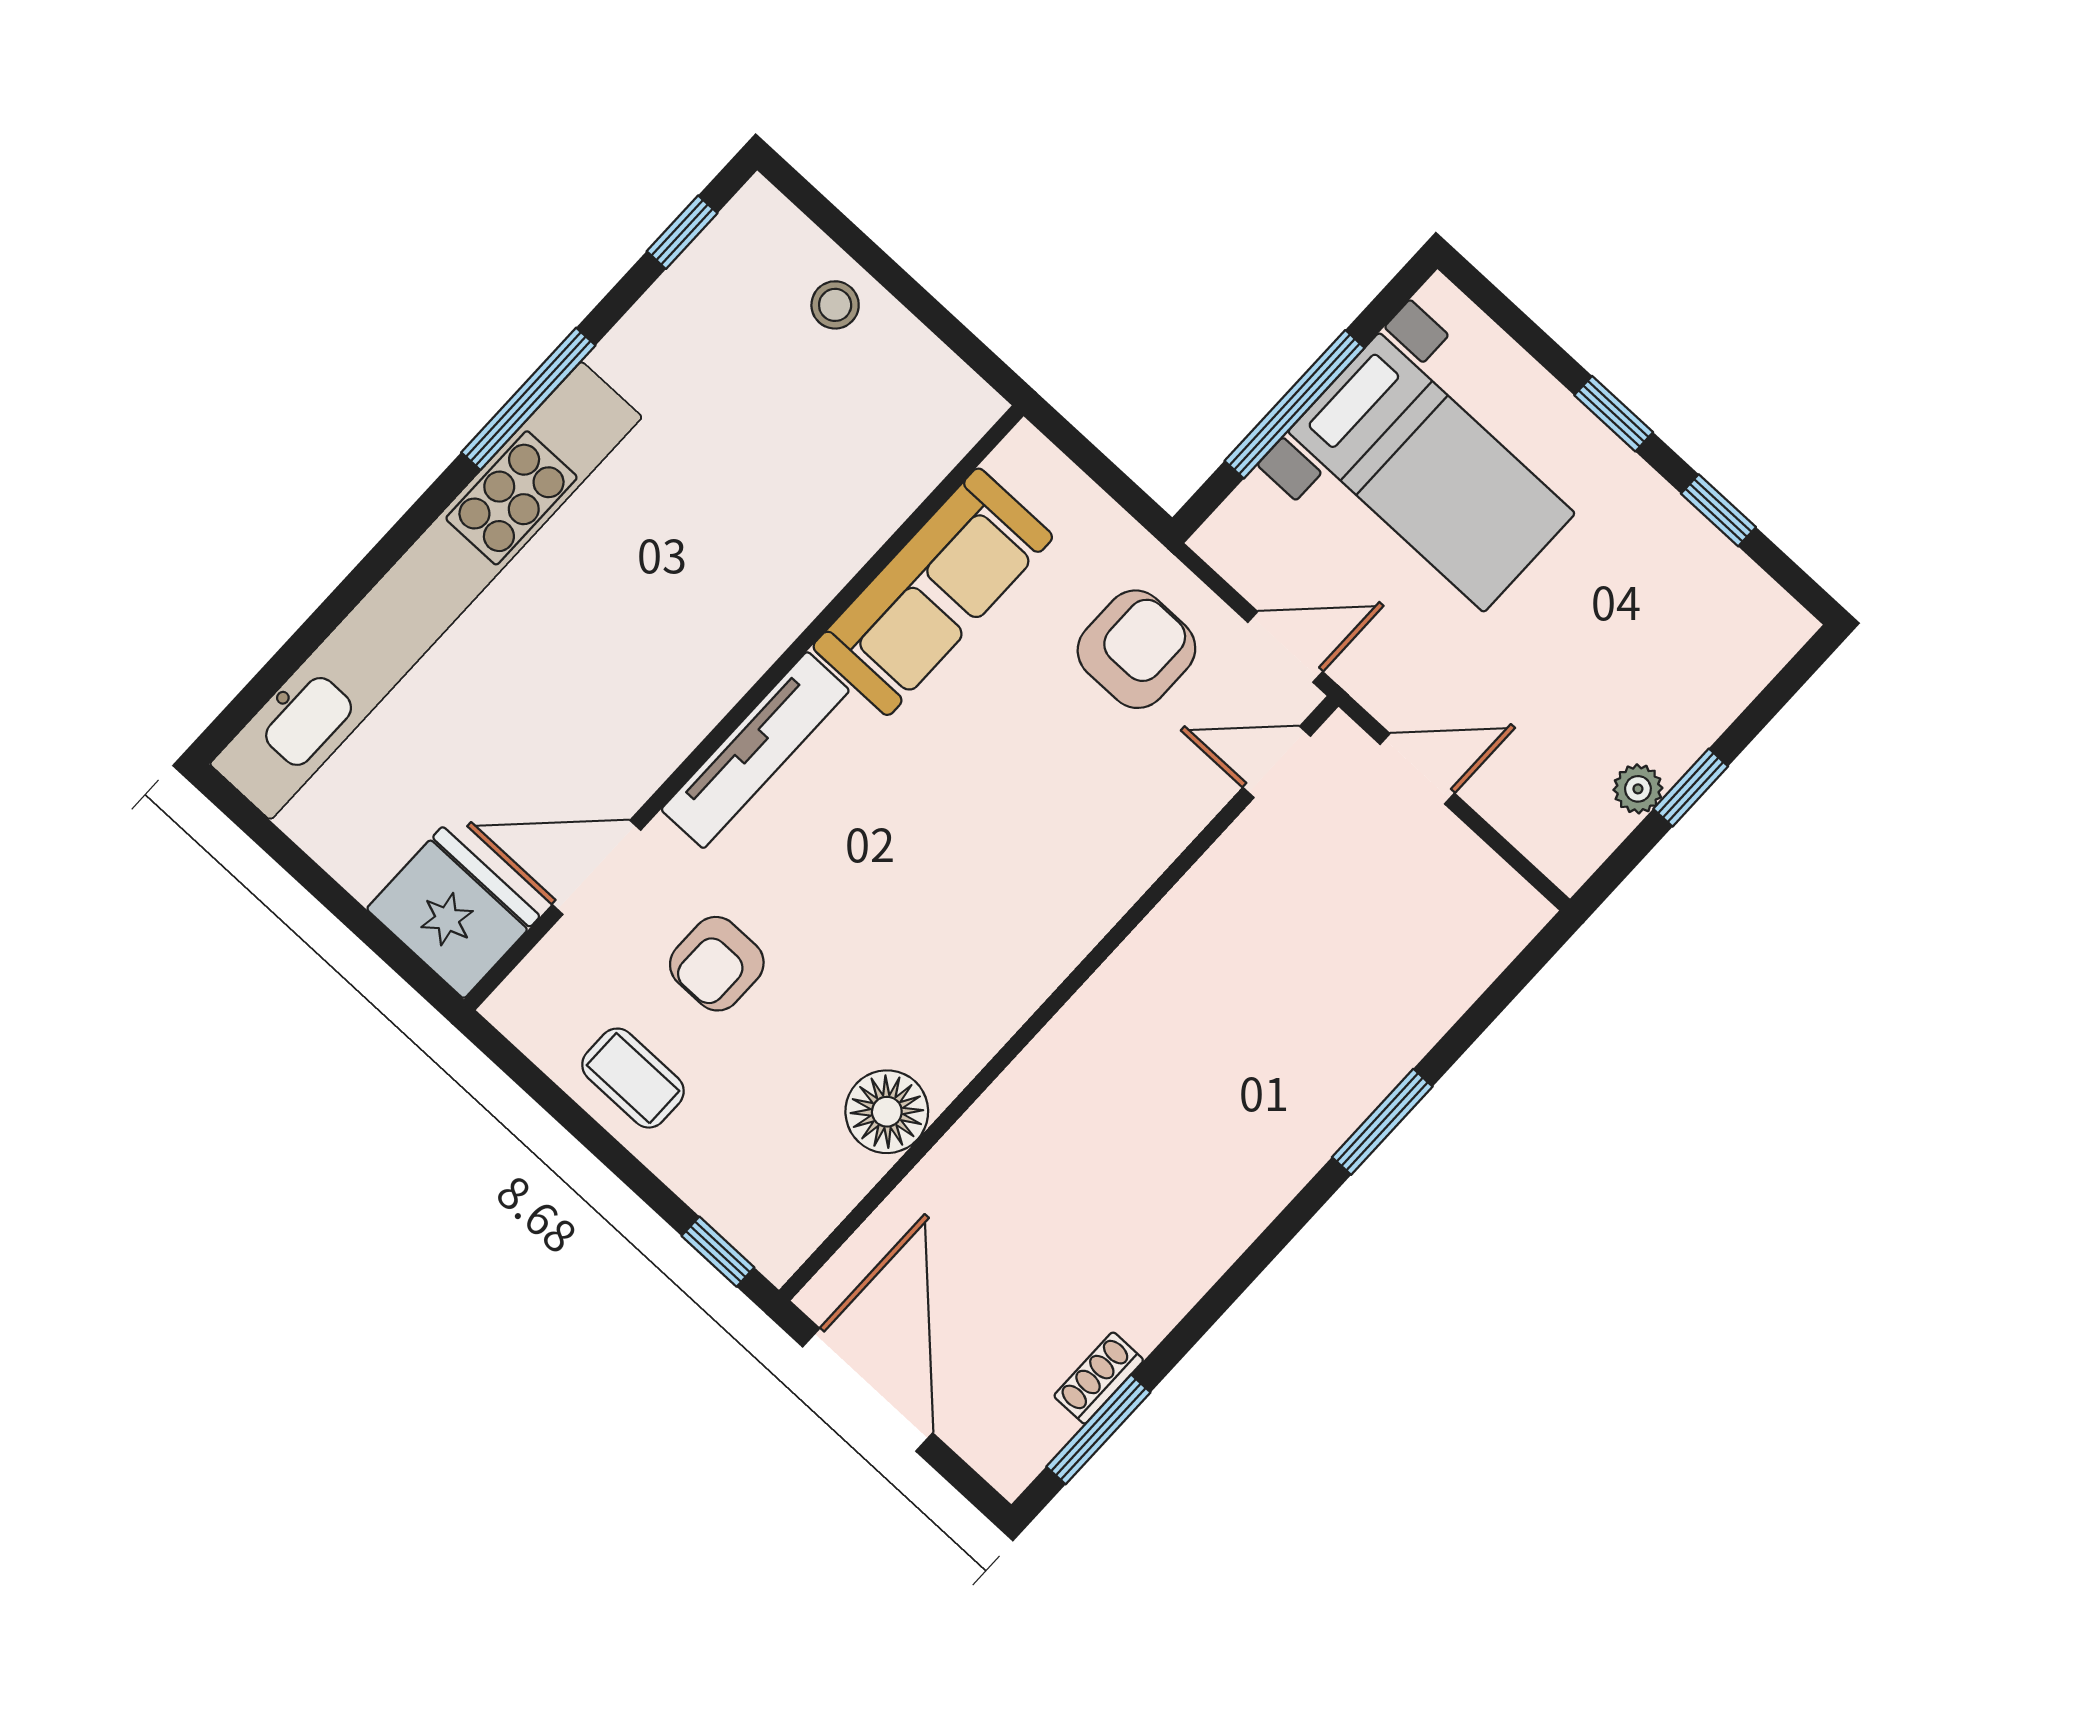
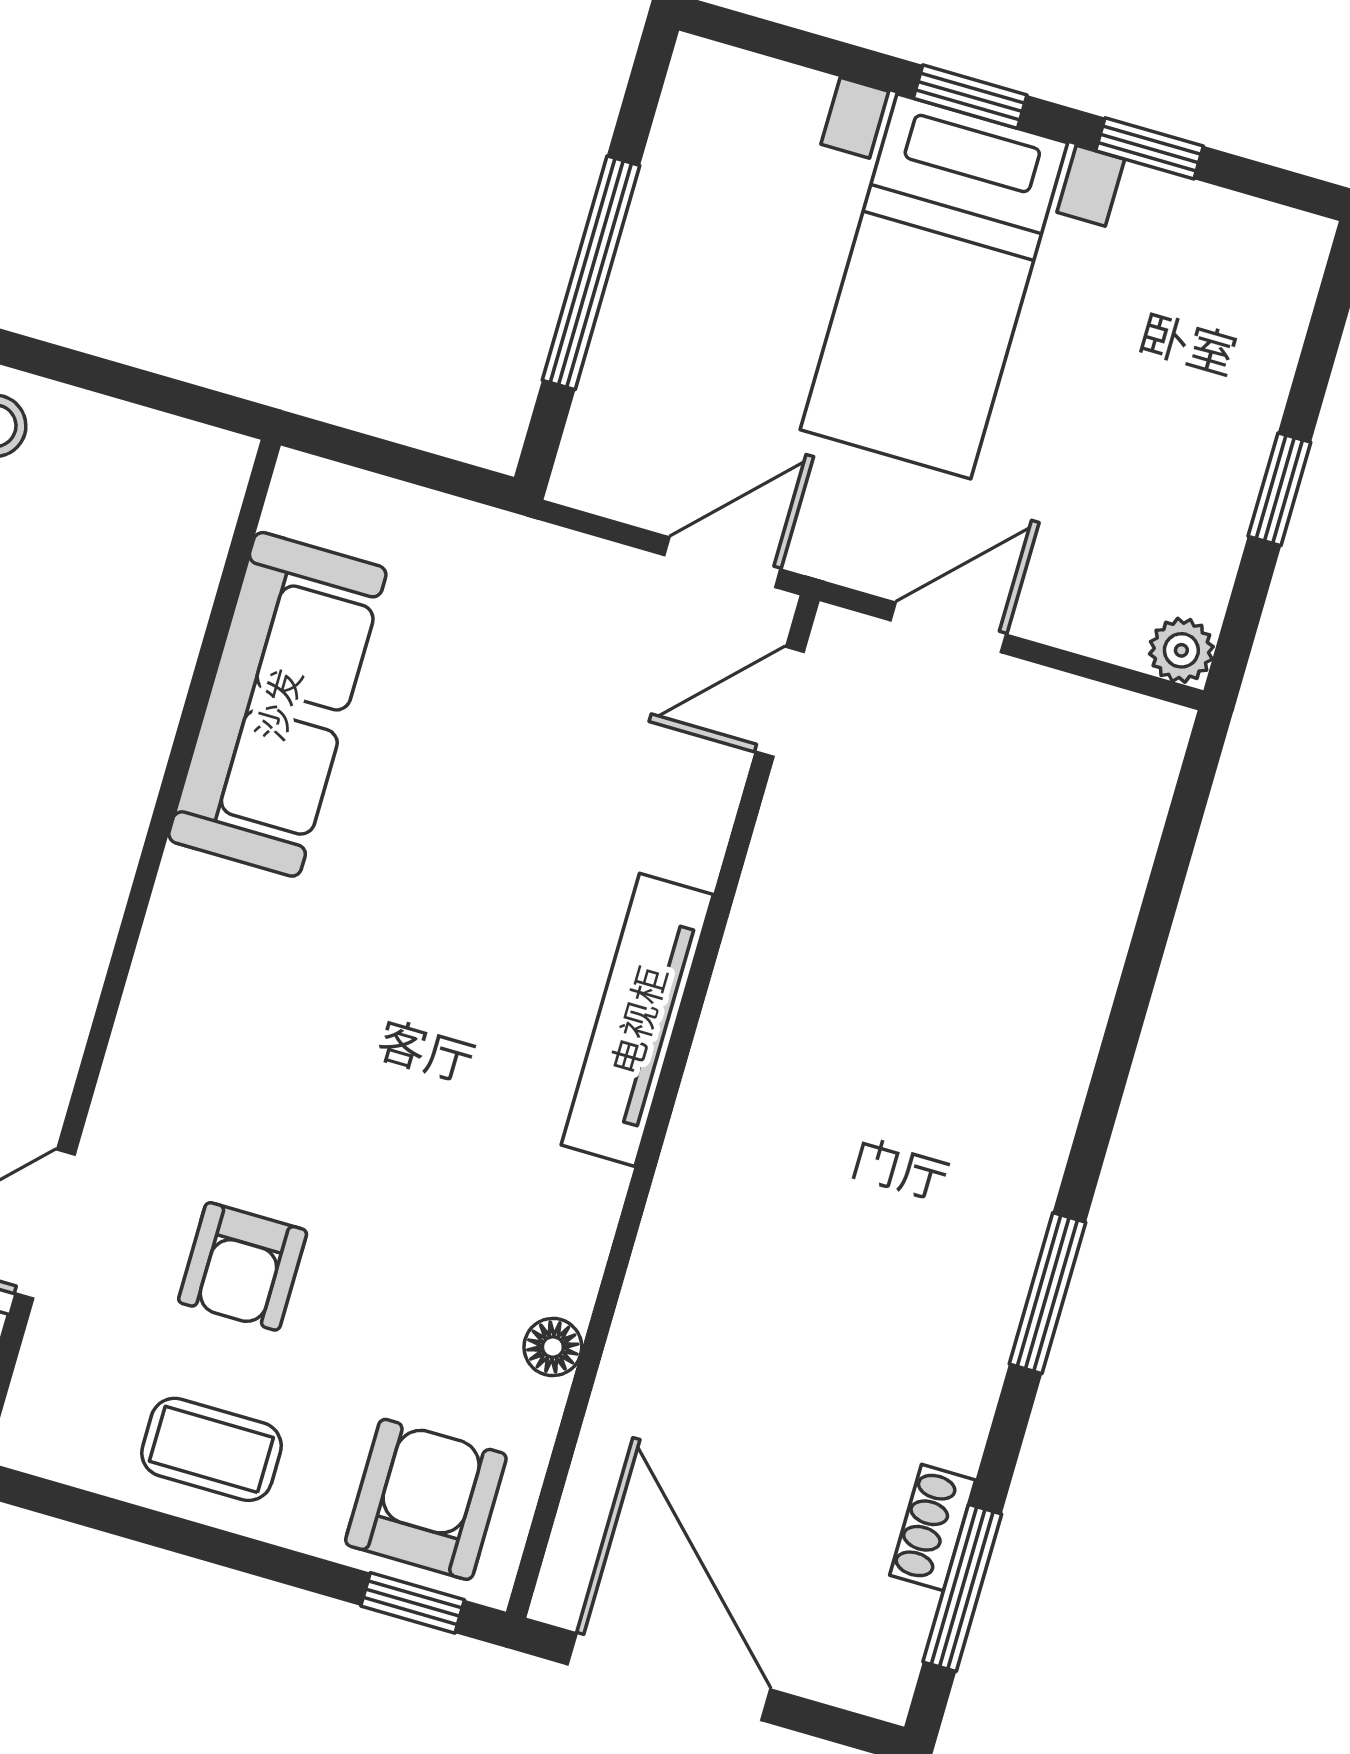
bed with nightstands: (1431, 472) -> (934, 286), moved, turned 90
armchair: (1136, 649) -> (426, 1499), moved
tv unit: (755, 750) -> (637, 1020), moved, turned 180
plant: (1638, 789) -> (1181, 650), moved
floor lamp: (887, 1112) -> (553, 1347), width x0.53, depth x0.53
window: (1382, 1122) -> (1047, 1293), moved

